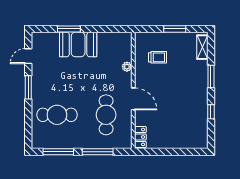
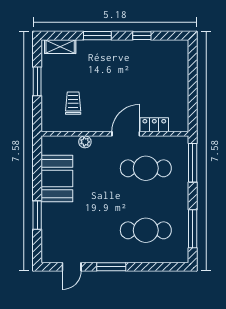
booth: (78, 44) -> (57, 179), moved
door: (28, 56) -> (72, 267), hinge flipped
cafe table: (57, 115) -> (146, 230), turned 90
locker: (140, 137) -> (154, 125), moved
window: (98, 152) -> (193, 163), moved

